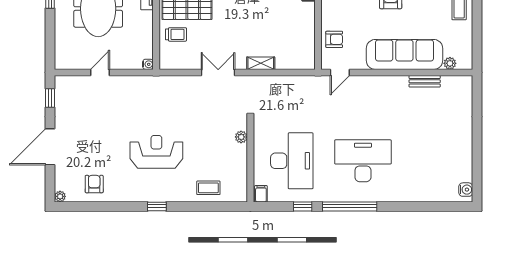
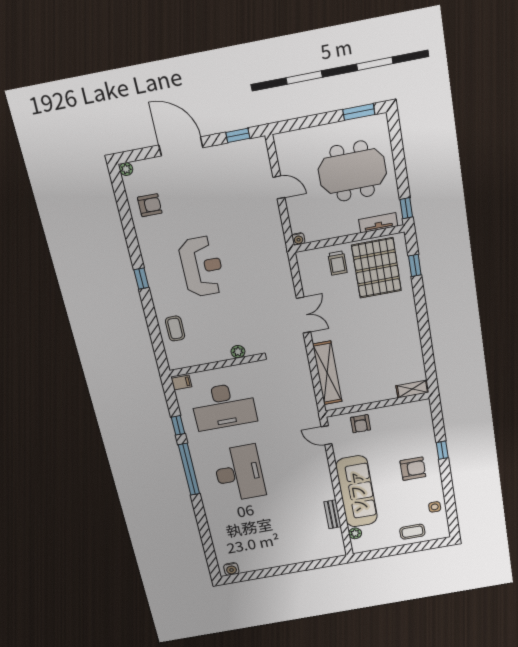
shelving: (261, 63) -> (327, 373), width x2.20, depth x1.33

